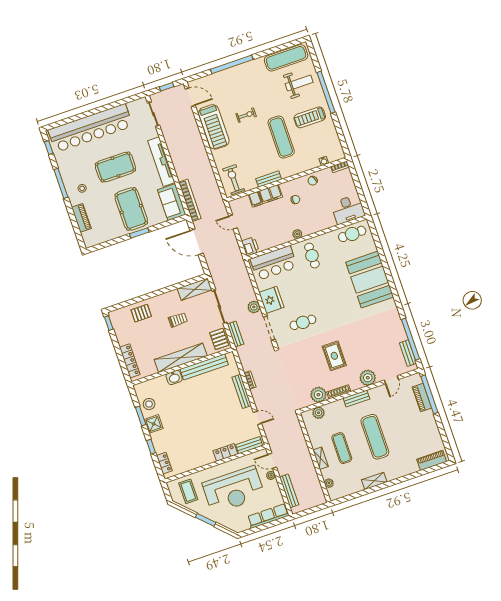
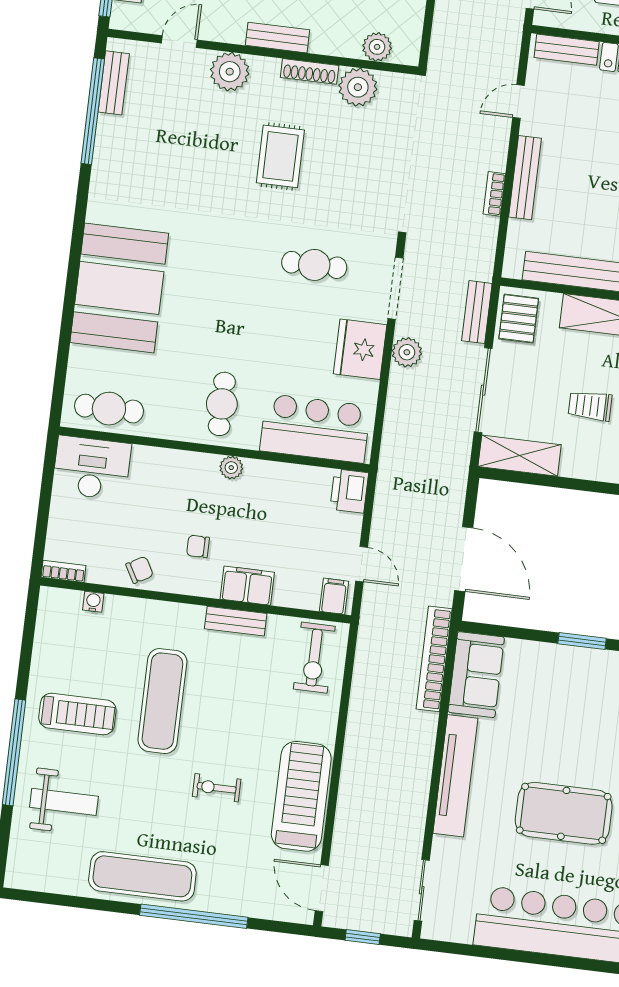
exercise mat: (286, 58) -> (142, 876), moved
weight bench: (299, 83) -> (64, 802), turned 180
filing cabinet: (255, 199) -> (334, 596), moved
pool table: (131, 209) -> (574, 703), removed
door: (257, 418) -> (519, 101), hinge flipped

